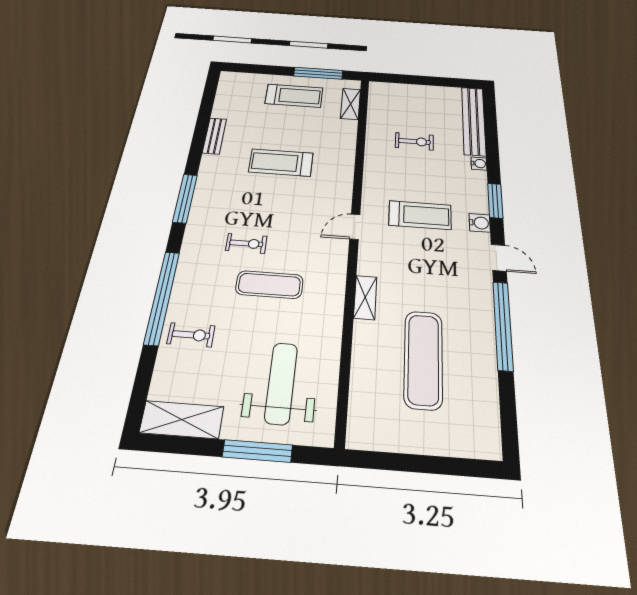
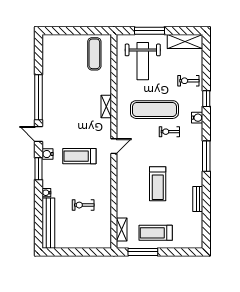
treadmill: (281, 162) -> (158, 184), turned 90
water cooler: (188, 264) -> (197, 118), added
exercise mat: (269, 285) -> (154, 110), width x1.36, depth x1.45
window: (162, 297) -> (206, 99), width x0.32
exercise mat: (423, 359) -> (94, 54), moved, width x0.73, depth x0.69

